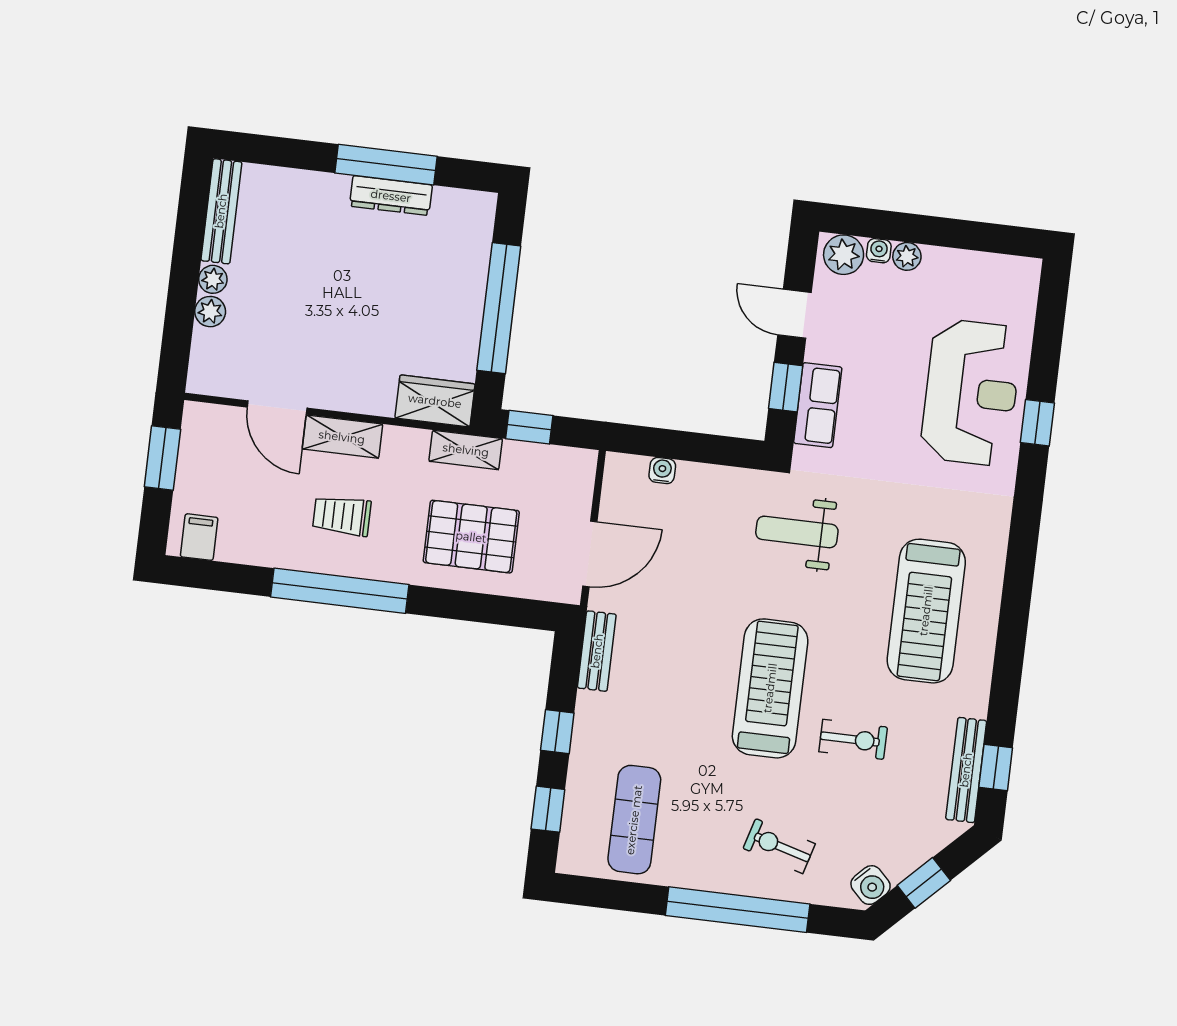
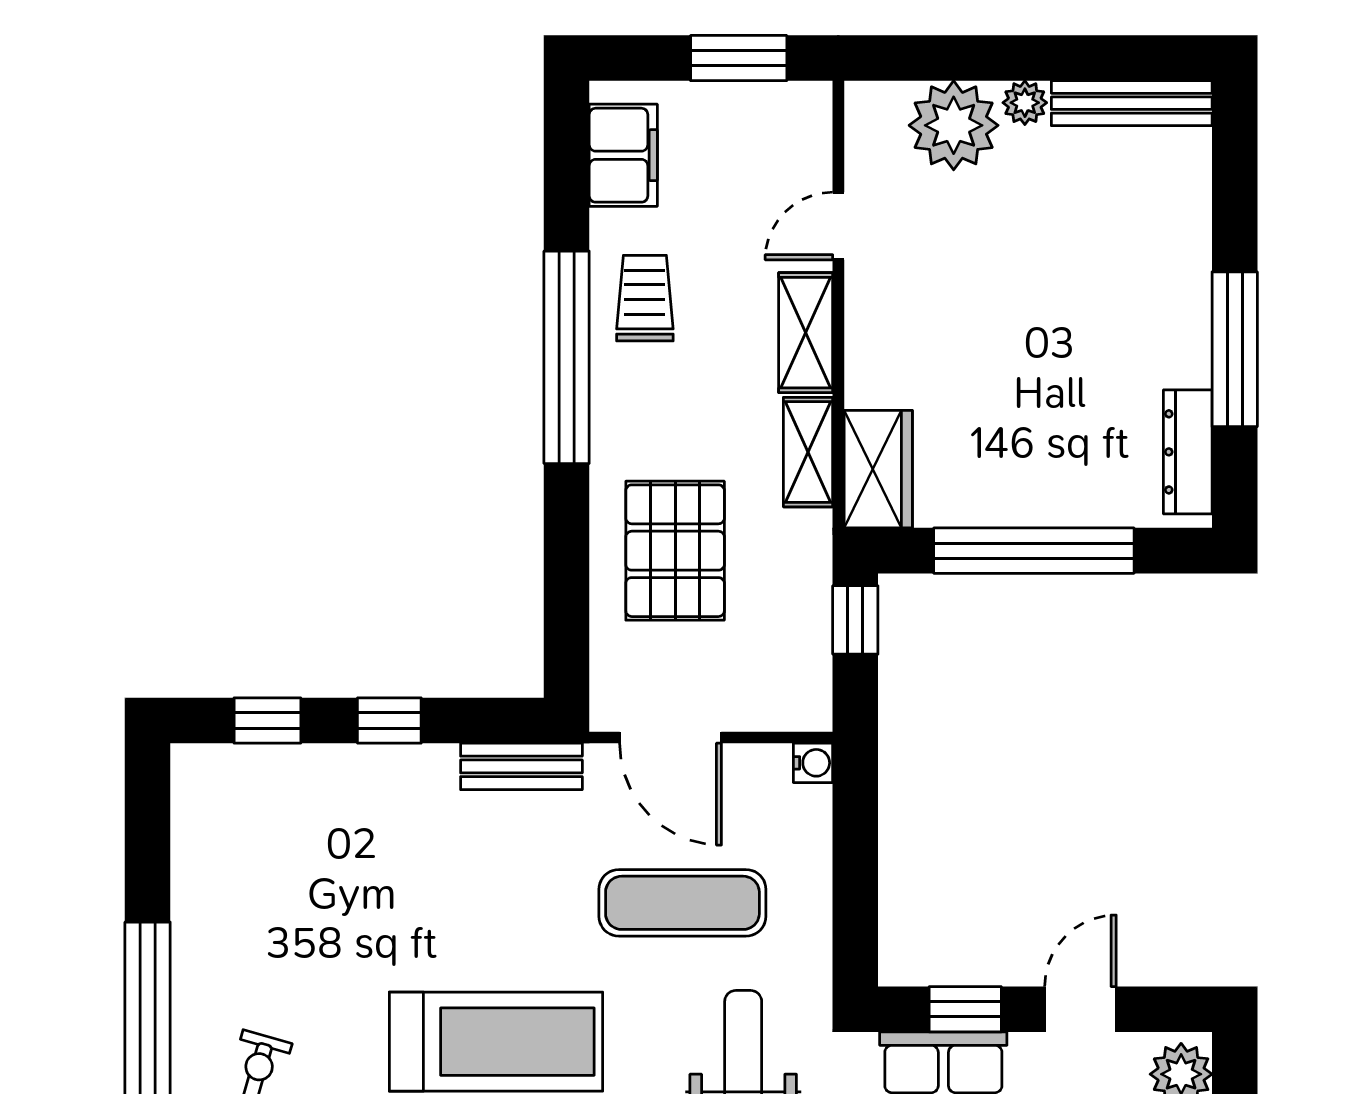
dresser: (391, 196) -> (1188, 452), moved
plant: (210, 312) -> (954, 125), width x1.88, depth x1.88
door: (277, 408) -> (838, 226), width x0.73
shelving: (466, 450) -> (808, 452), moved
water cooler: (662, 471) -> (813, 763), moved
trolley: (342, 516) -> (645, 298), moved
filing cabinet: (199, 537) -> (623, 155), width x2.00
exercise mat: (634, 820) -> (682, 903), moved

